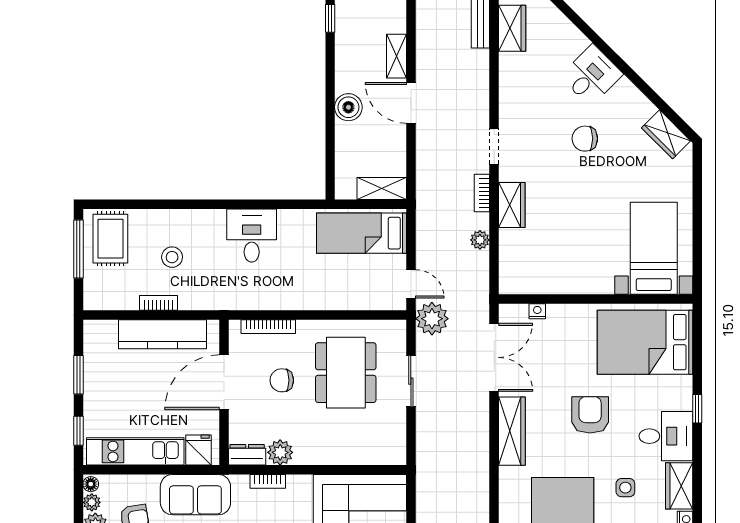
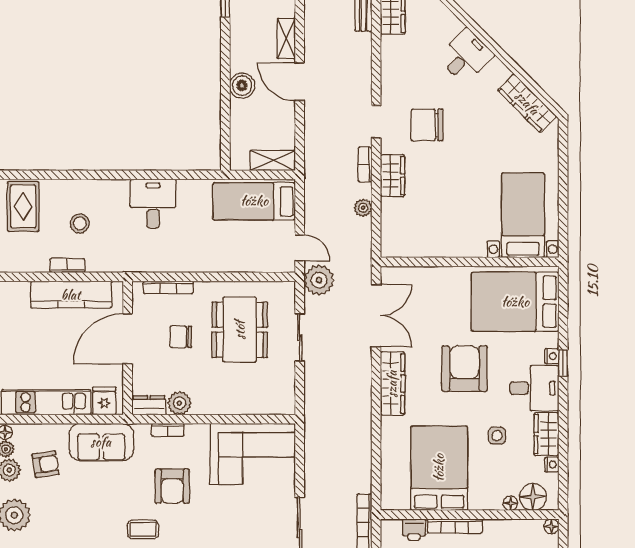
wardrobe: (666, 134) -> (527, 103), width x1.50
chair: (585, 139) -> (427, 125), moved, width x1.37, depth x1.37
nightstand: (537, 311) -> (552, 356), moved, turned 90
armchair: (590, 415) -> (464, 369), width x1.36, depth x1.36

